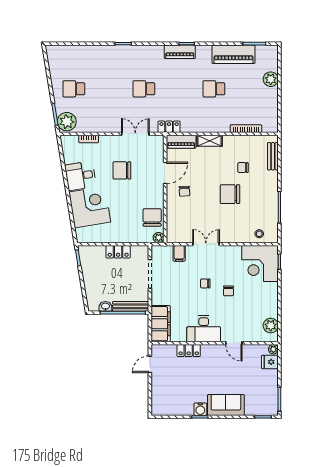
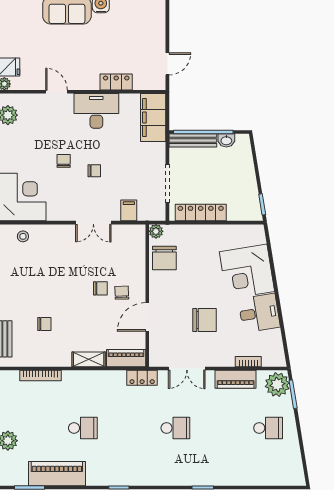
piano: (180, 52) -> (236, 379), moved, turned 180
chair: (230, 194) -> (100, 288), moved, width x0.54, depth x0.54
locker: (118, 252) -> (201, 213), width x1.53

